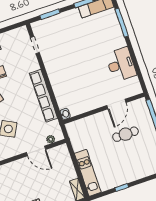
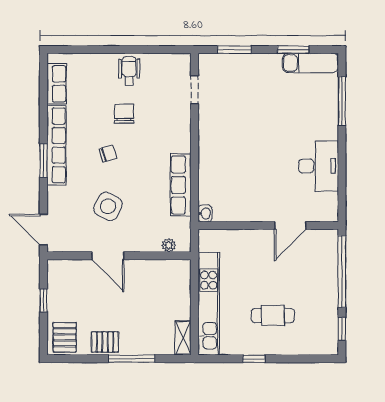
row of seats: (43, 96) -> (181, 185), width x0.73
cafe table: (126, 134) -> (273, 316), moved
door: (36, 151) -> (108, 256), moved
kitchen unit: (88, 173) -> (209, 304), width x1.36

